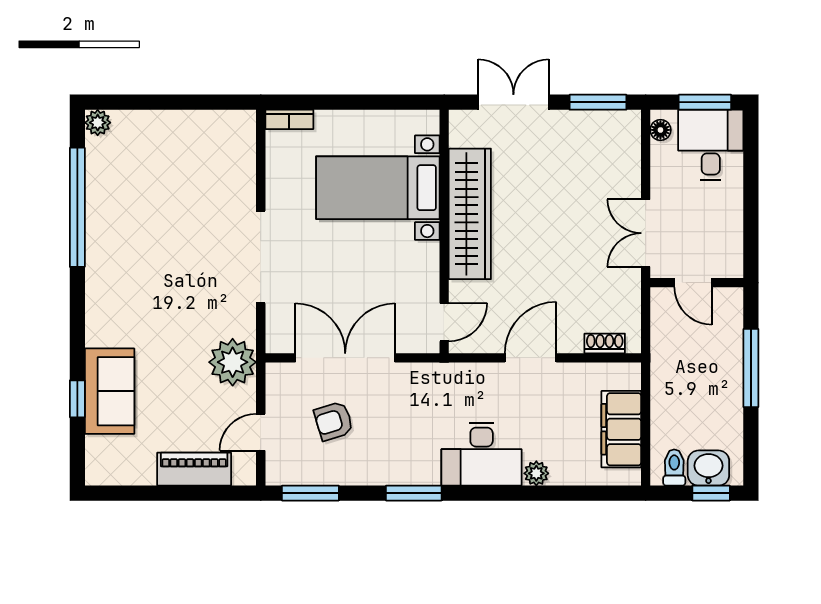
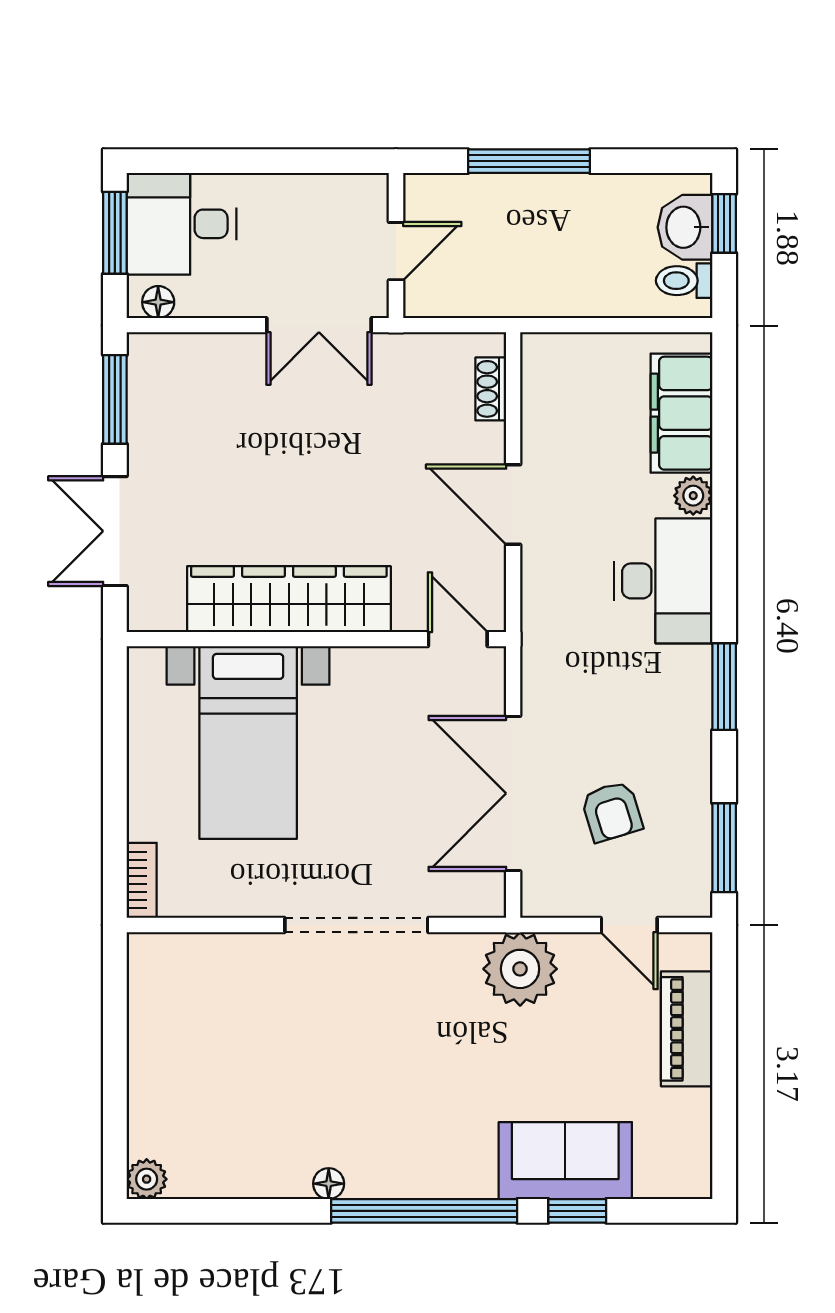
window: (77, 207) -> (424, 1211), moved
floor lamp: (95, 239) -> (329, 1184), added
filing cabinet: (621, 429) -> (681, 413), moved, turned 90

